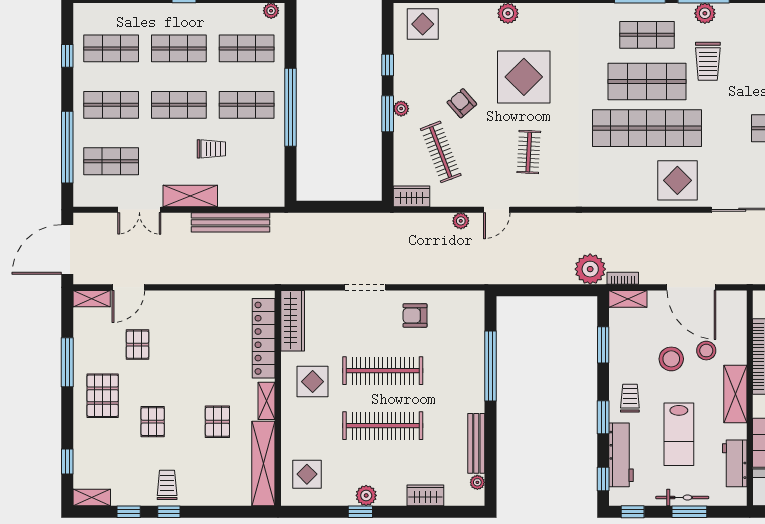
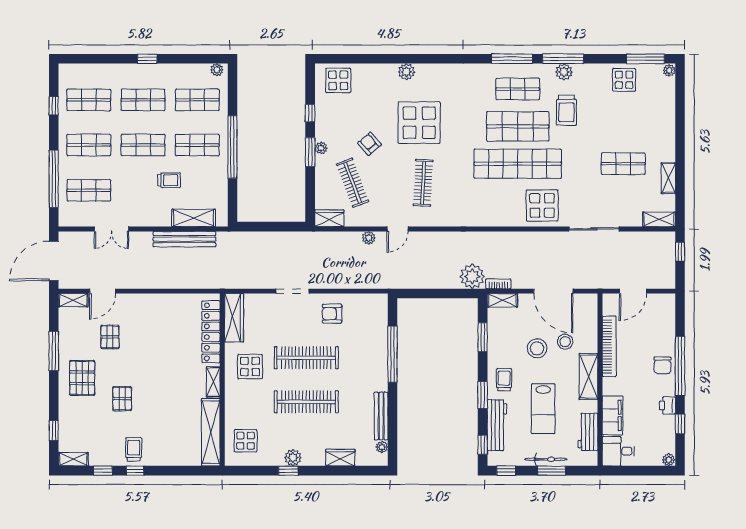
clothes rail: (529, 152) -> (423, 183), width x1.36
shelving: (190, 196) -> (194, 218), moved
pallet: (217, 422) -> (174, 399), removed

